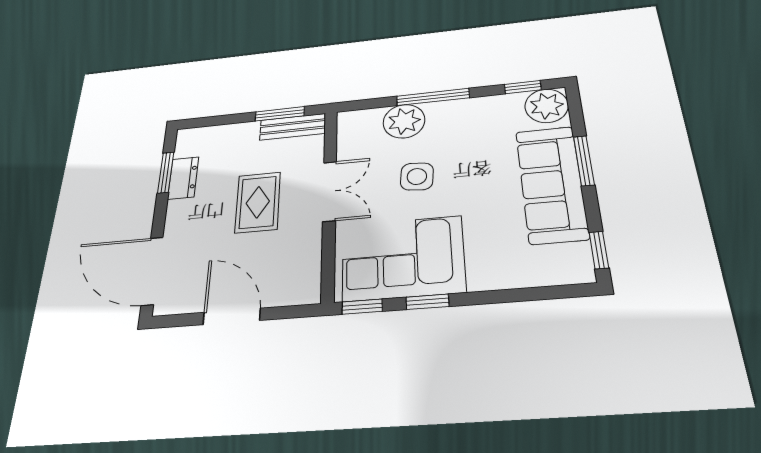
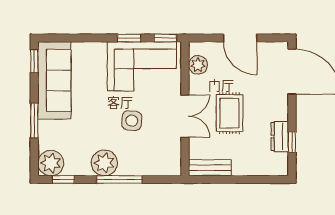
window: (280, 114) -> (219, 180), removed
plant: (404, 121) -> (104, 163), moved
window: (166, 173) -> (292, 142), width x0.67
sofa: (551, 184) -> (54, 80), moved
double door: (330, 191) -> (185, 116), swing flipped
plant: (306, 268) -> (198, 65), added

